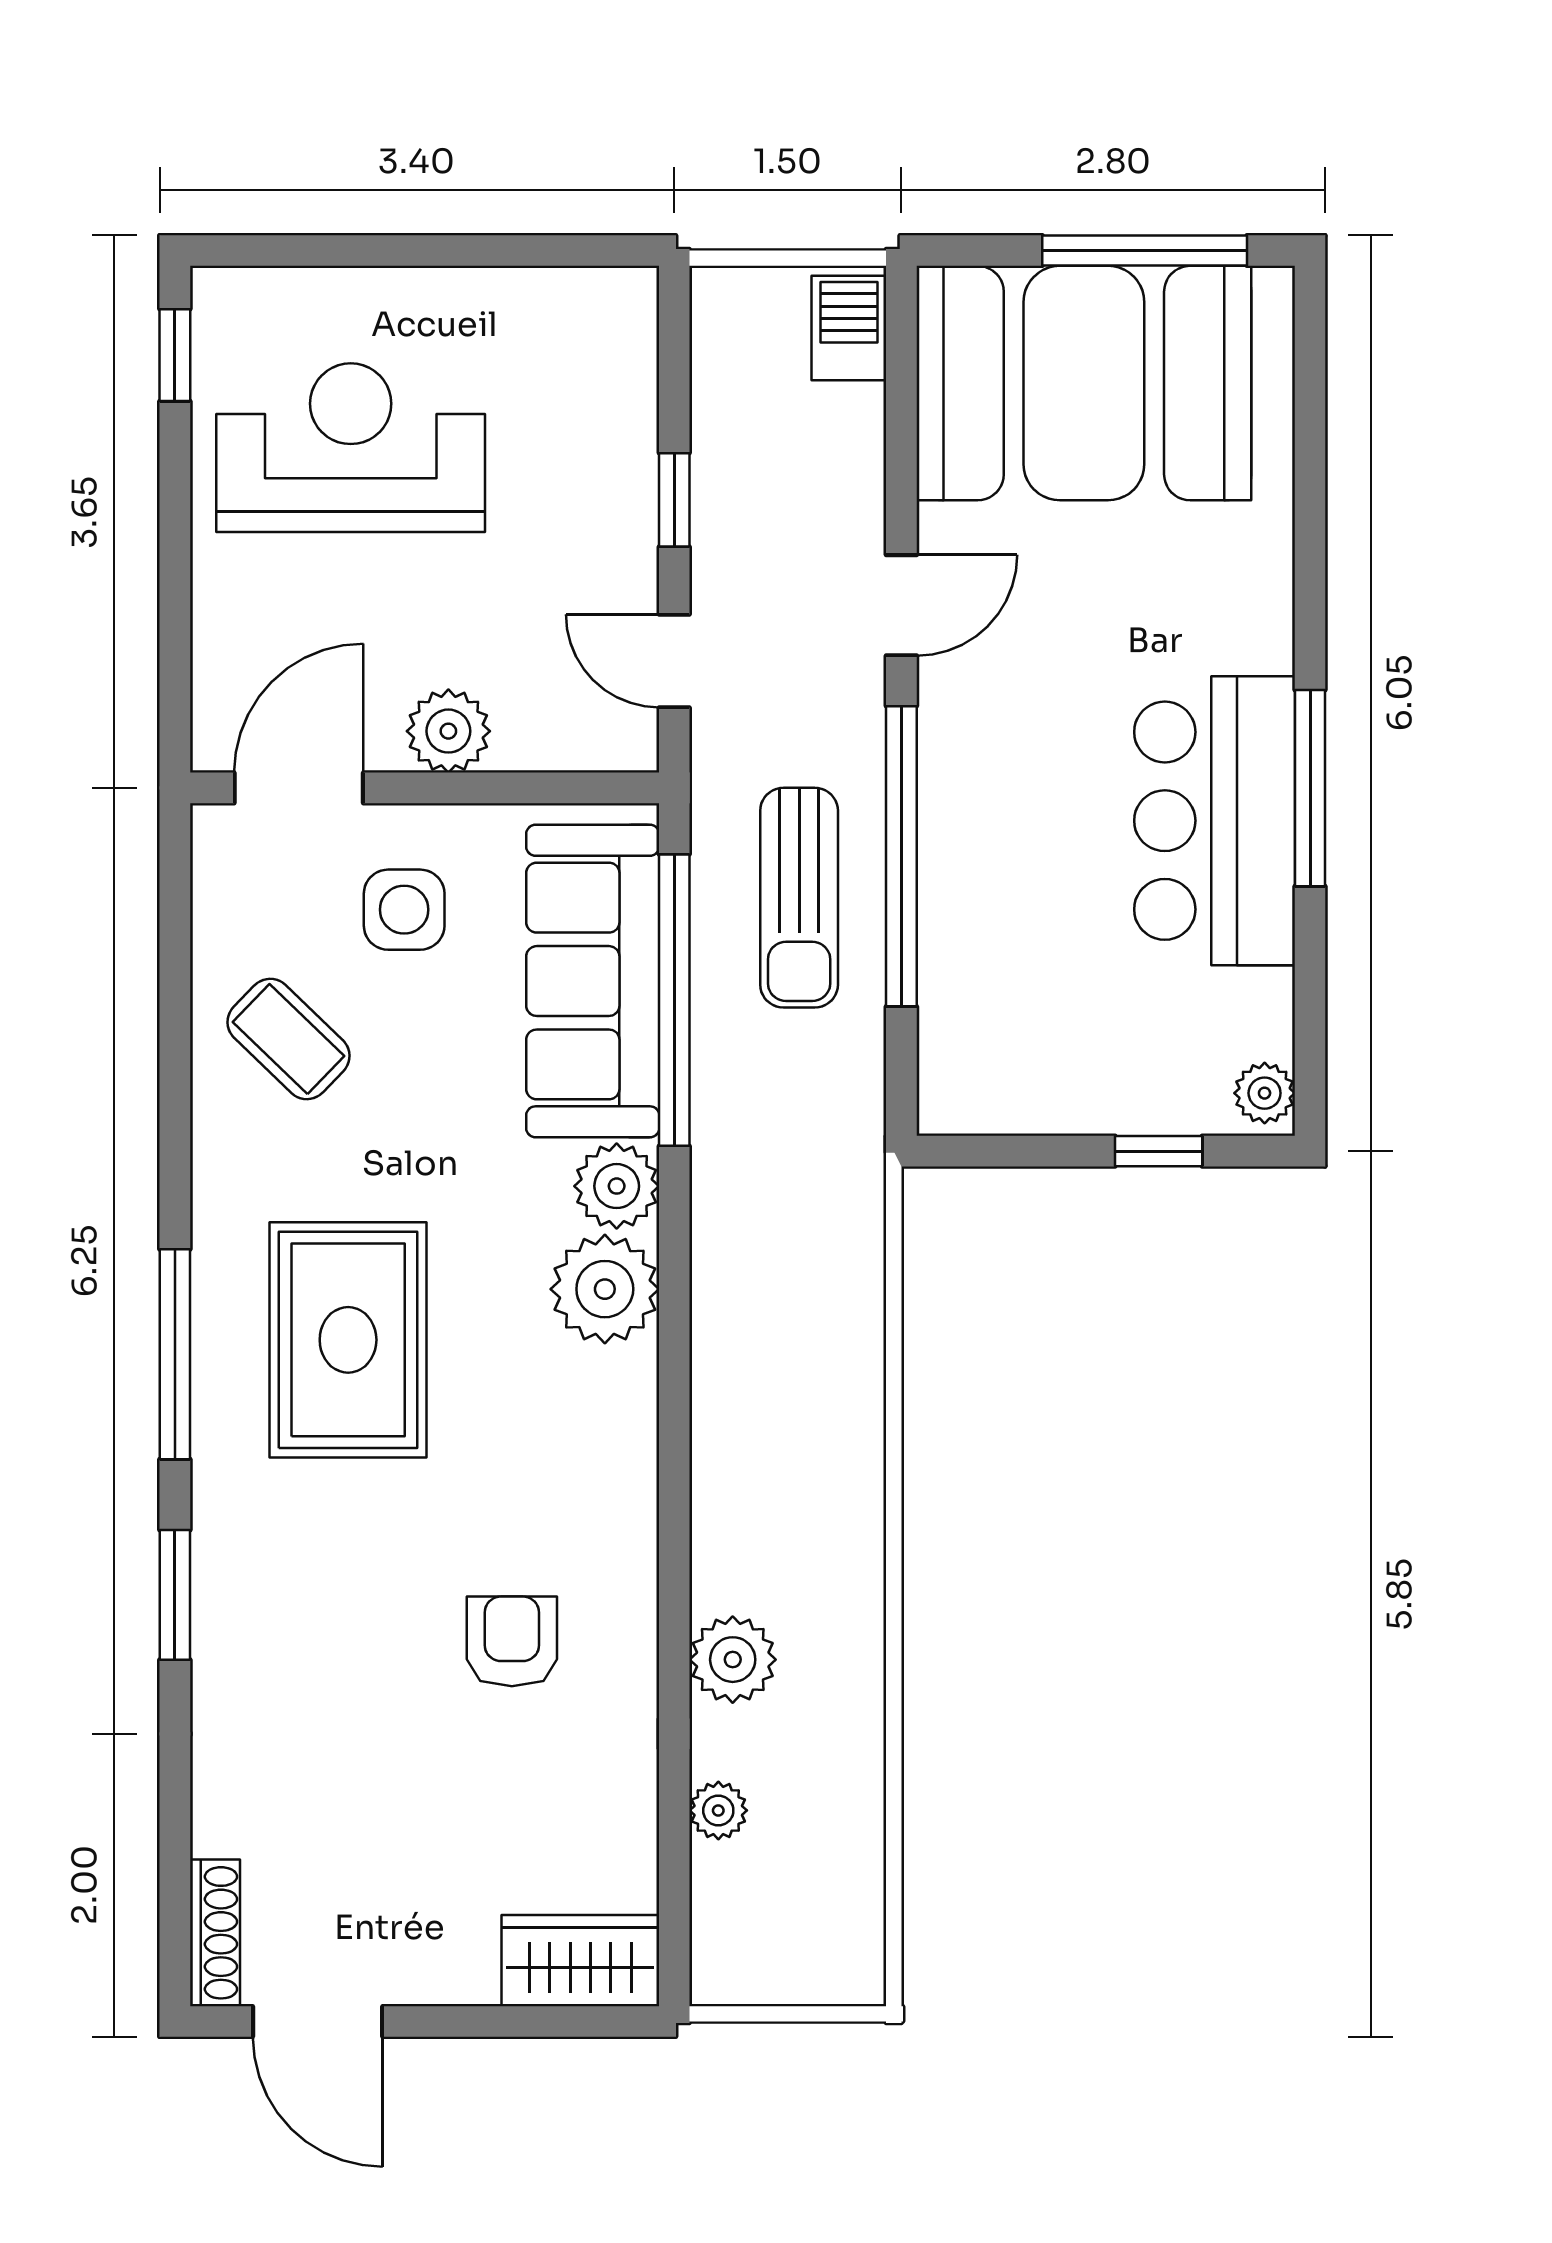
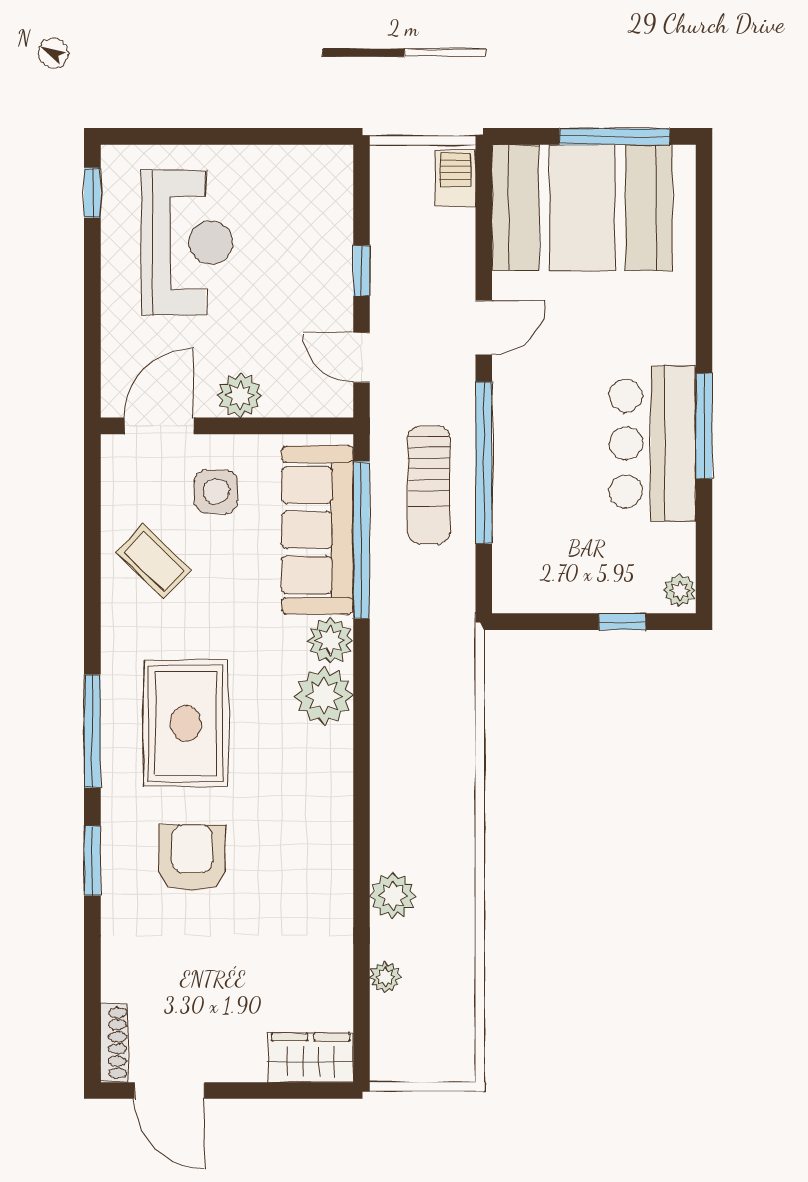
reception desk: (351, 448) -> (187, 243), turned 90
armchair: (512, 1641) -> (192, 858), moved, width x1.38, depth x1.38

